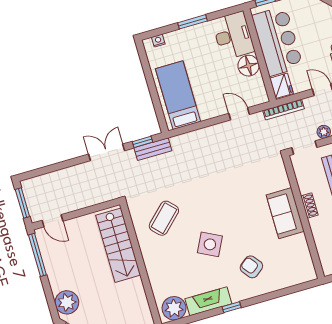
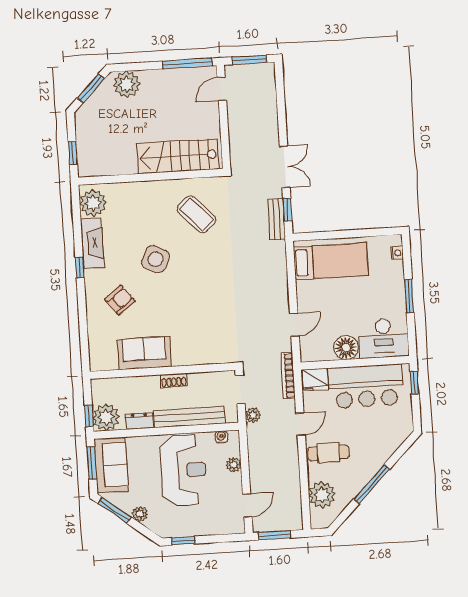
sofa: (285, 213) -> (144, 353), moved

